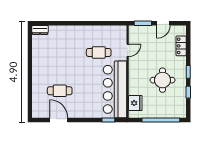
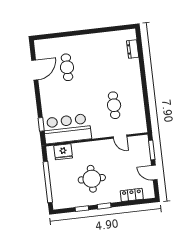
dresser: (40, 30) -> (133, 49), moved
bar counter: (115, 89) -> (67, 129), width x0.73

